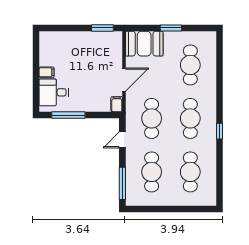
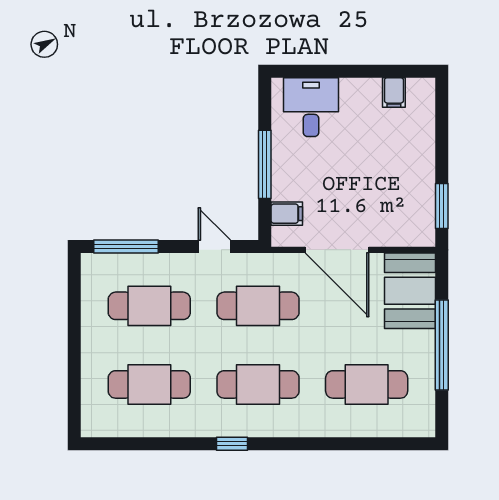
window: (171, 28) -> (442, 345), width x2.11
filing cabinet: (47, 72) -> (394, 92), moved
door: (124, 80) -> (337, 250), width x1.36
filing cabinet: (117, 104) -> (287, 214), moved
window: (68, 115) -> (265, 164), moved

